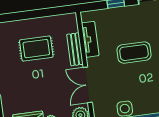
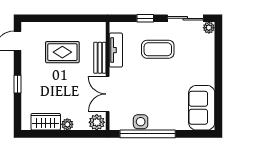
coffee table: (134, 53) -> (158, 49), moved

